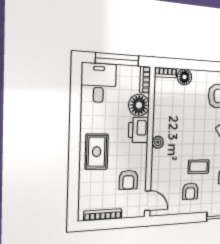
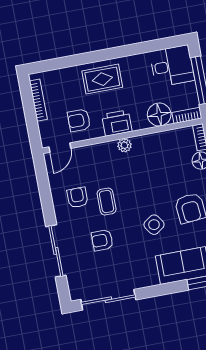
printer: (138, 130) -> (117, 123), moved
armchair: (190, 191) -> (77, 197), turned 90

